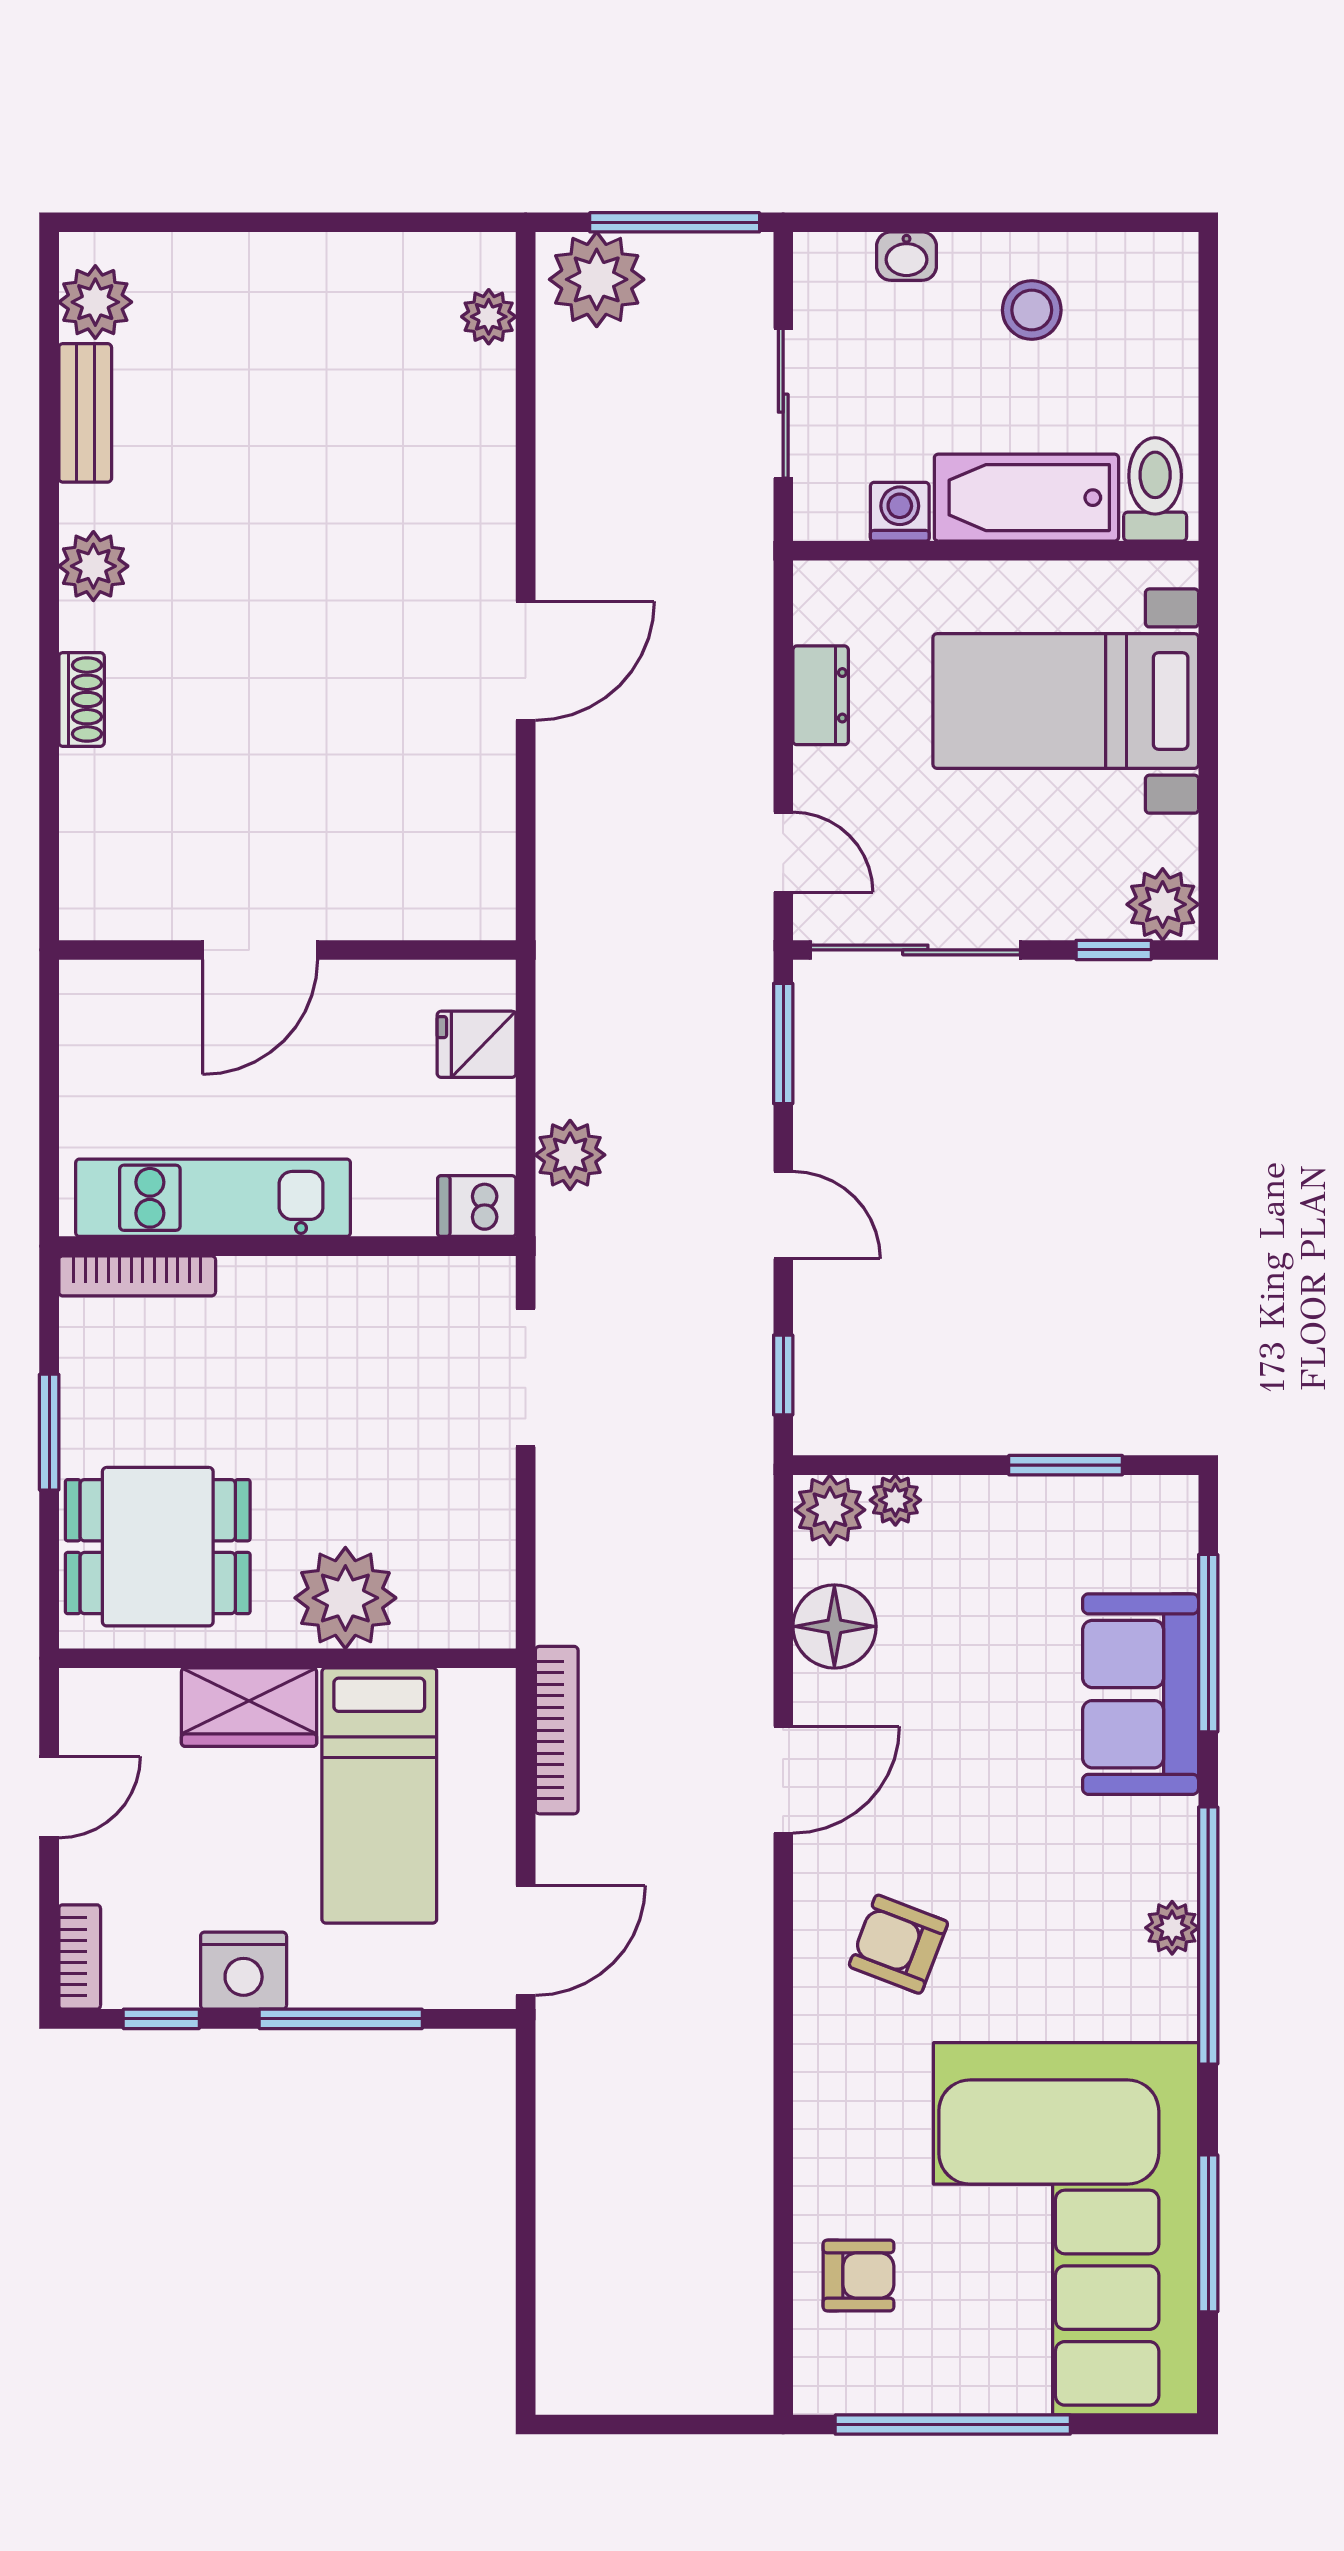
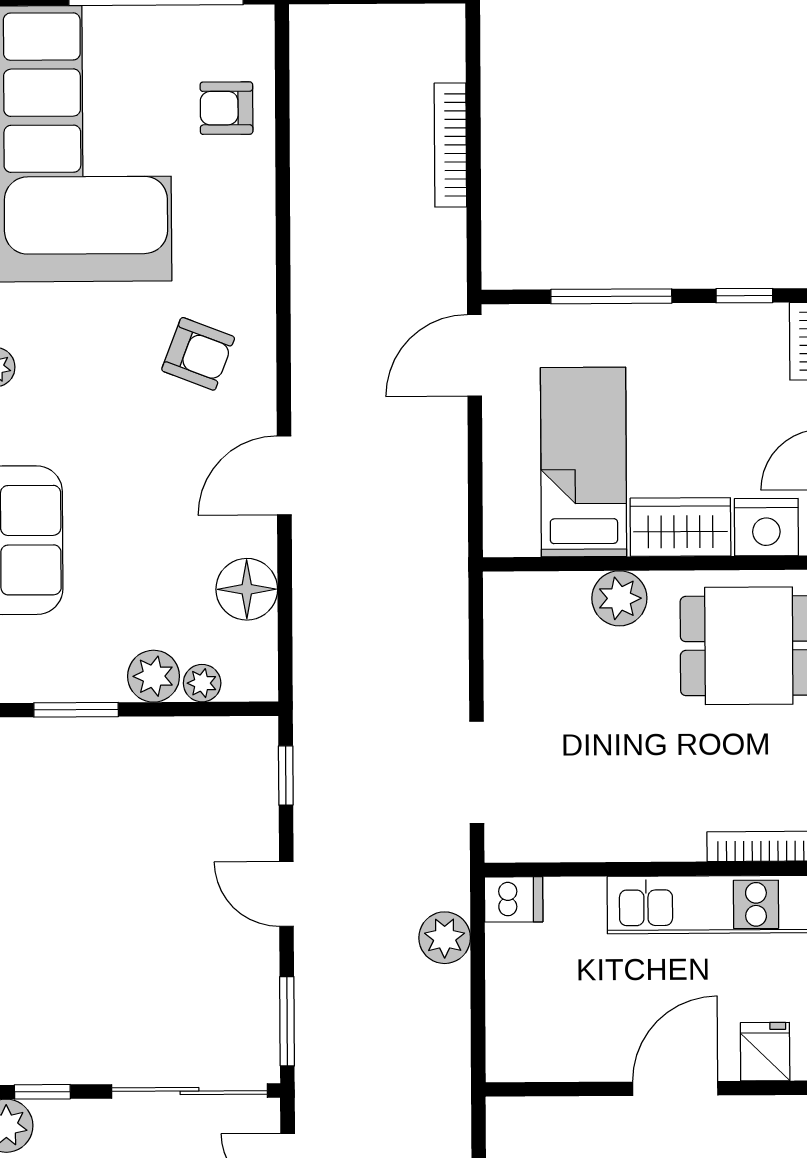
fridge: (477, 1044) -> (765, 1052), moved, turned -90
plant: (830, 1510) -> (154, 676), moved
plant: (345, 1598) -> (619, 598), width x0.73, depth x0.73
bookcase: (557, 1730) -> (450, 145), moved
nightstand: (244, 1971) -> (766, 527), moved, turned 180

